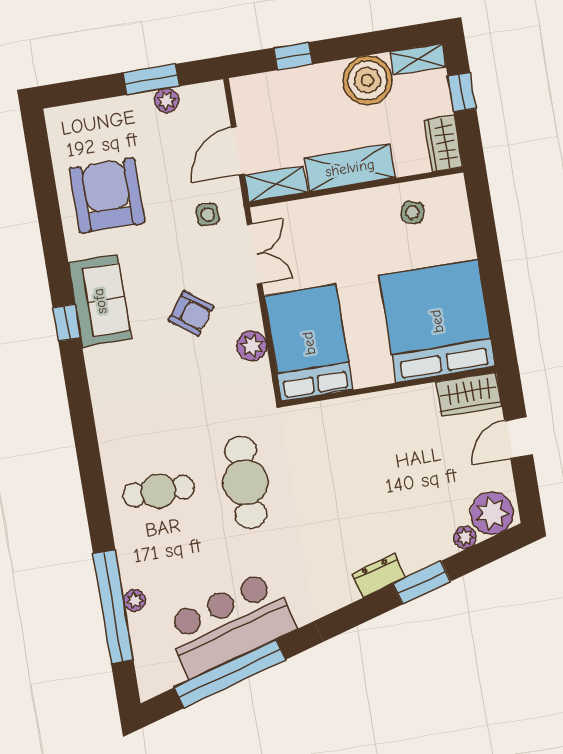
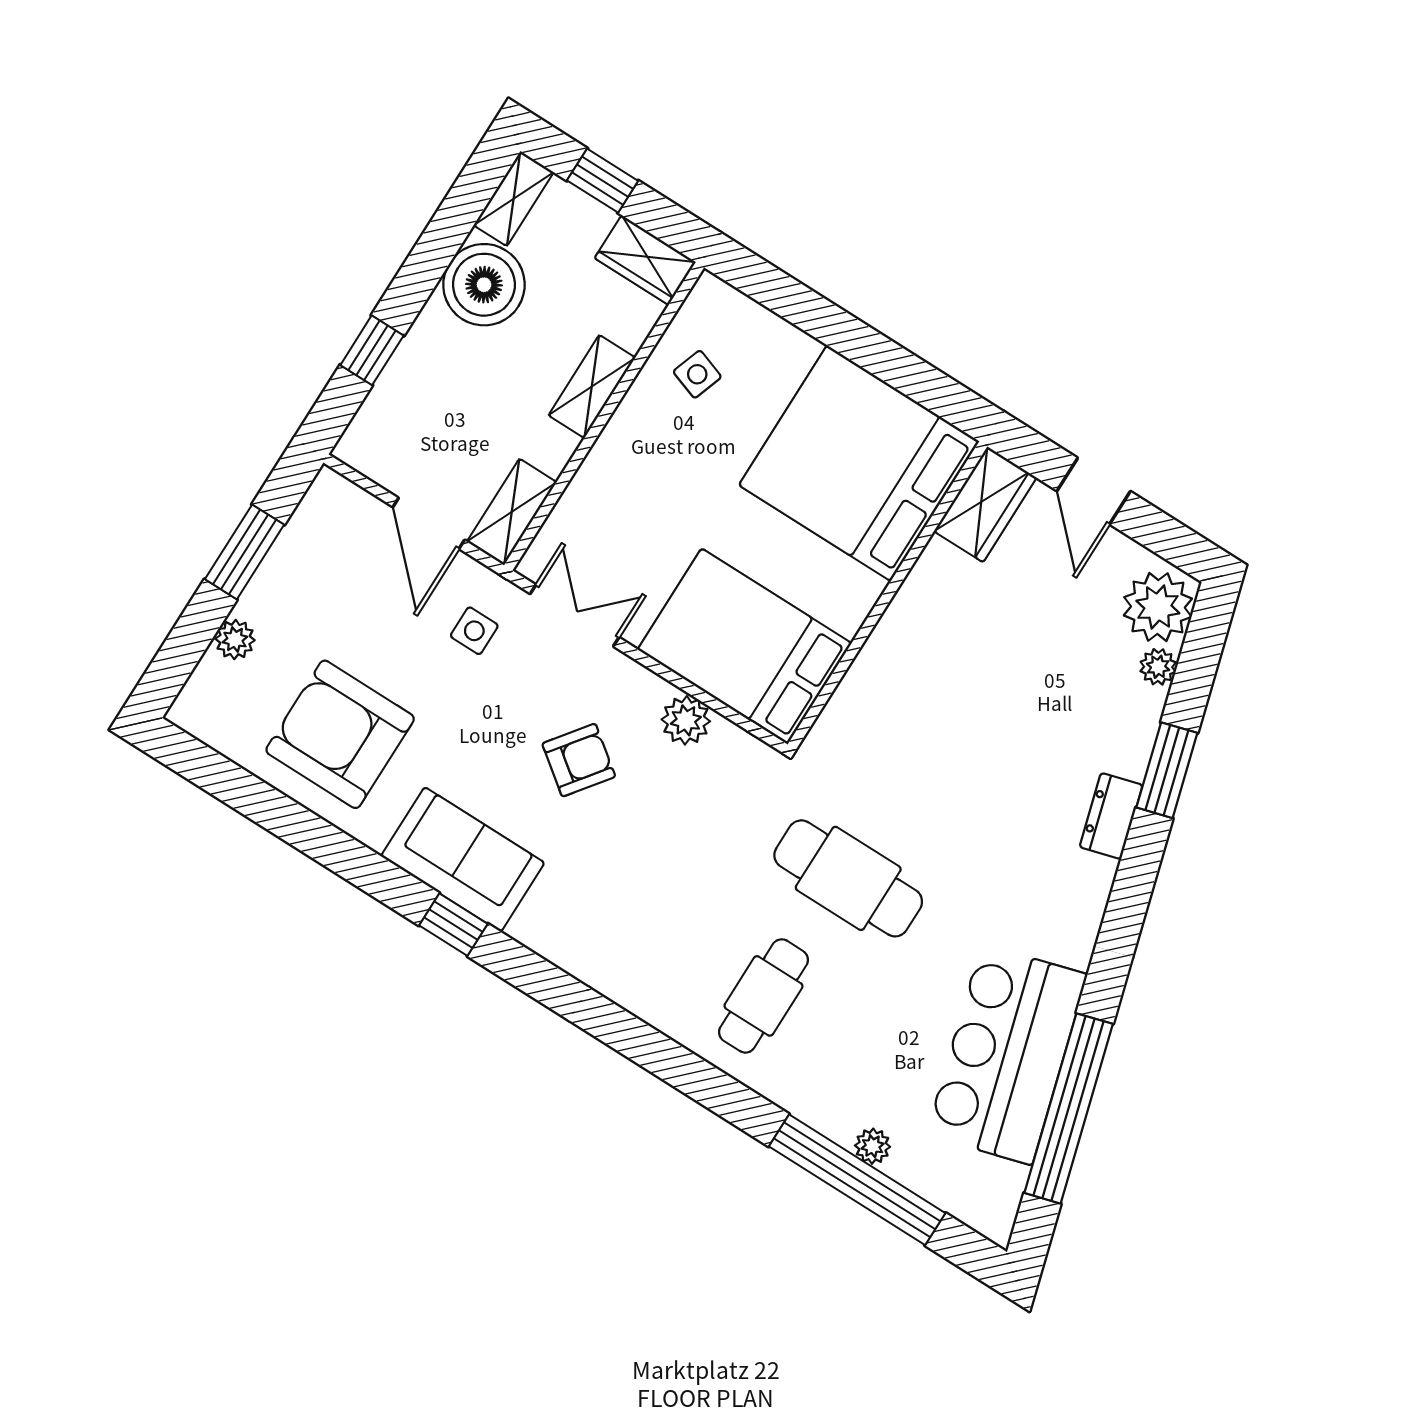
plant: (167, 100) -> (235, 639), moved
shelving: (350, 168) -> (592, 387), width x0.67, depth x0.75

